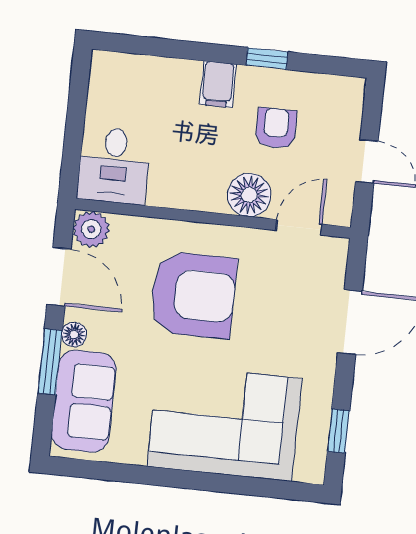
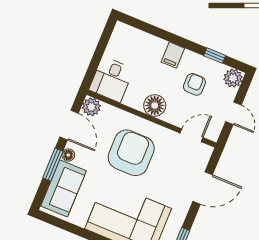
window: (267, 58) -> (215, 56), moved
plant: (346, 94) -> (233, 78), added
floor lamp: (249, 195) -> (155, 105), moved
armchair: (193, 295) -> (131, 153), turned -90

